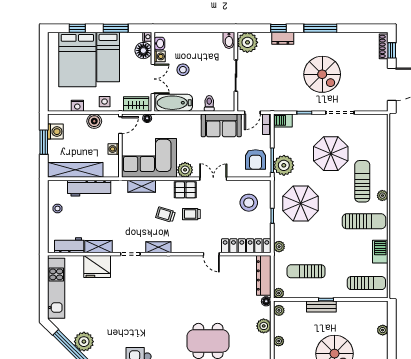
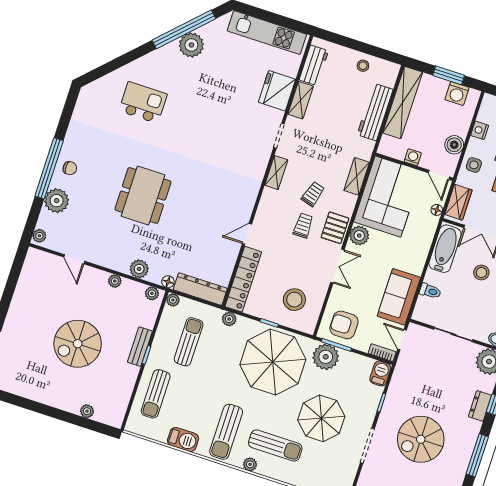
parasol: (301, 203) -> (273, 362), width x1.36, depth x1.36
sun lounger: (366, 283) -> (156, 394), moved

